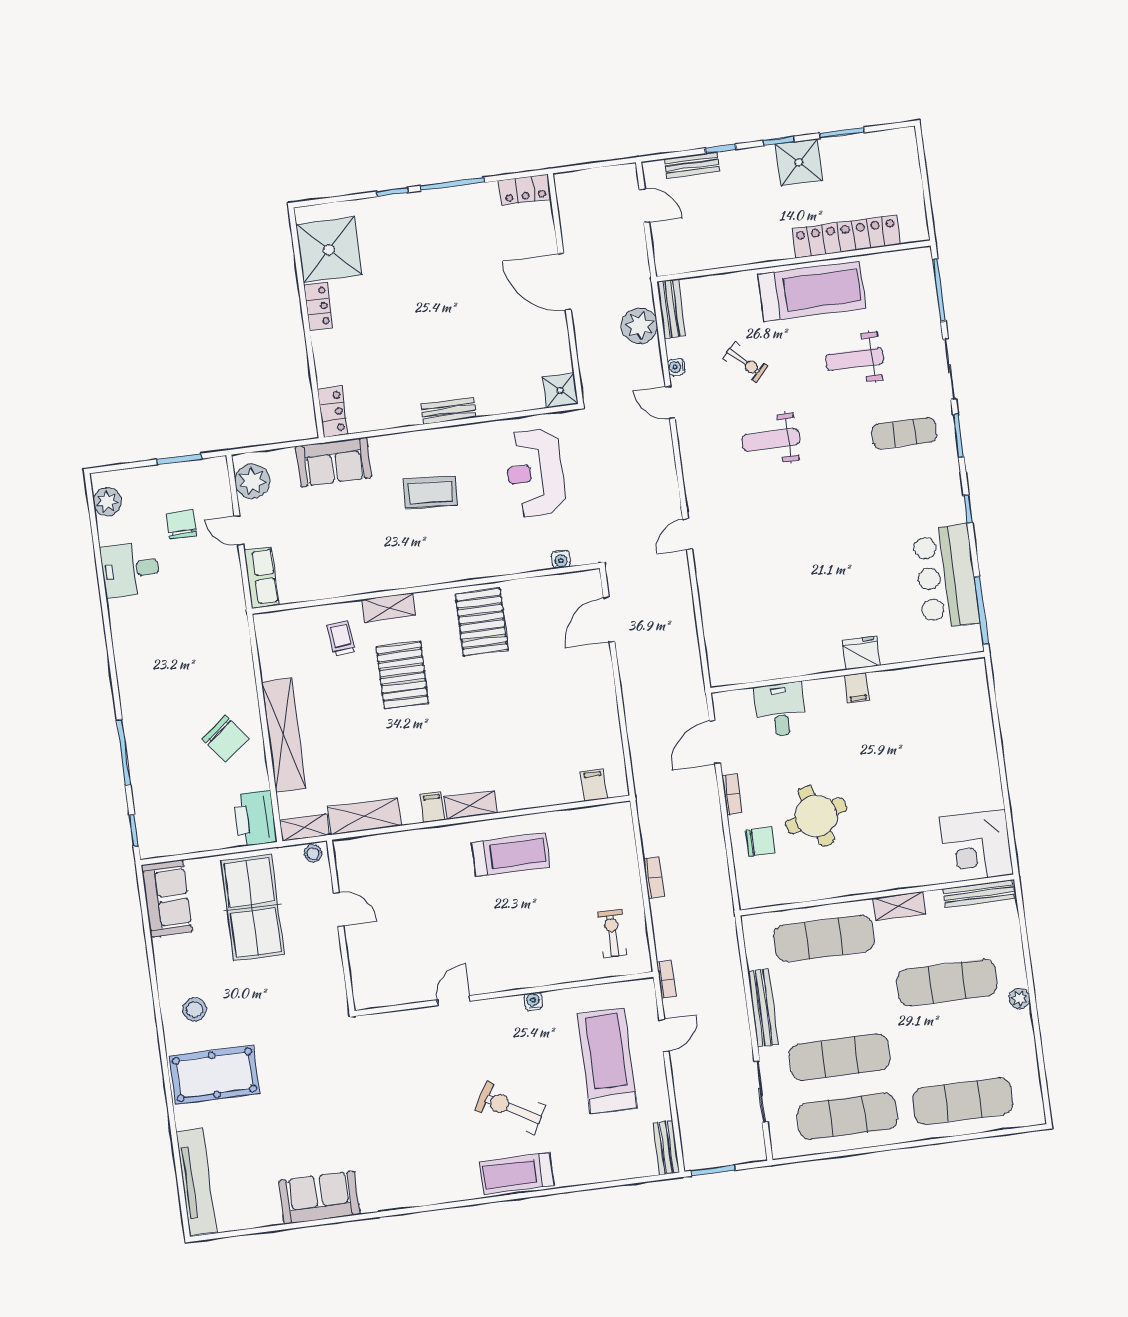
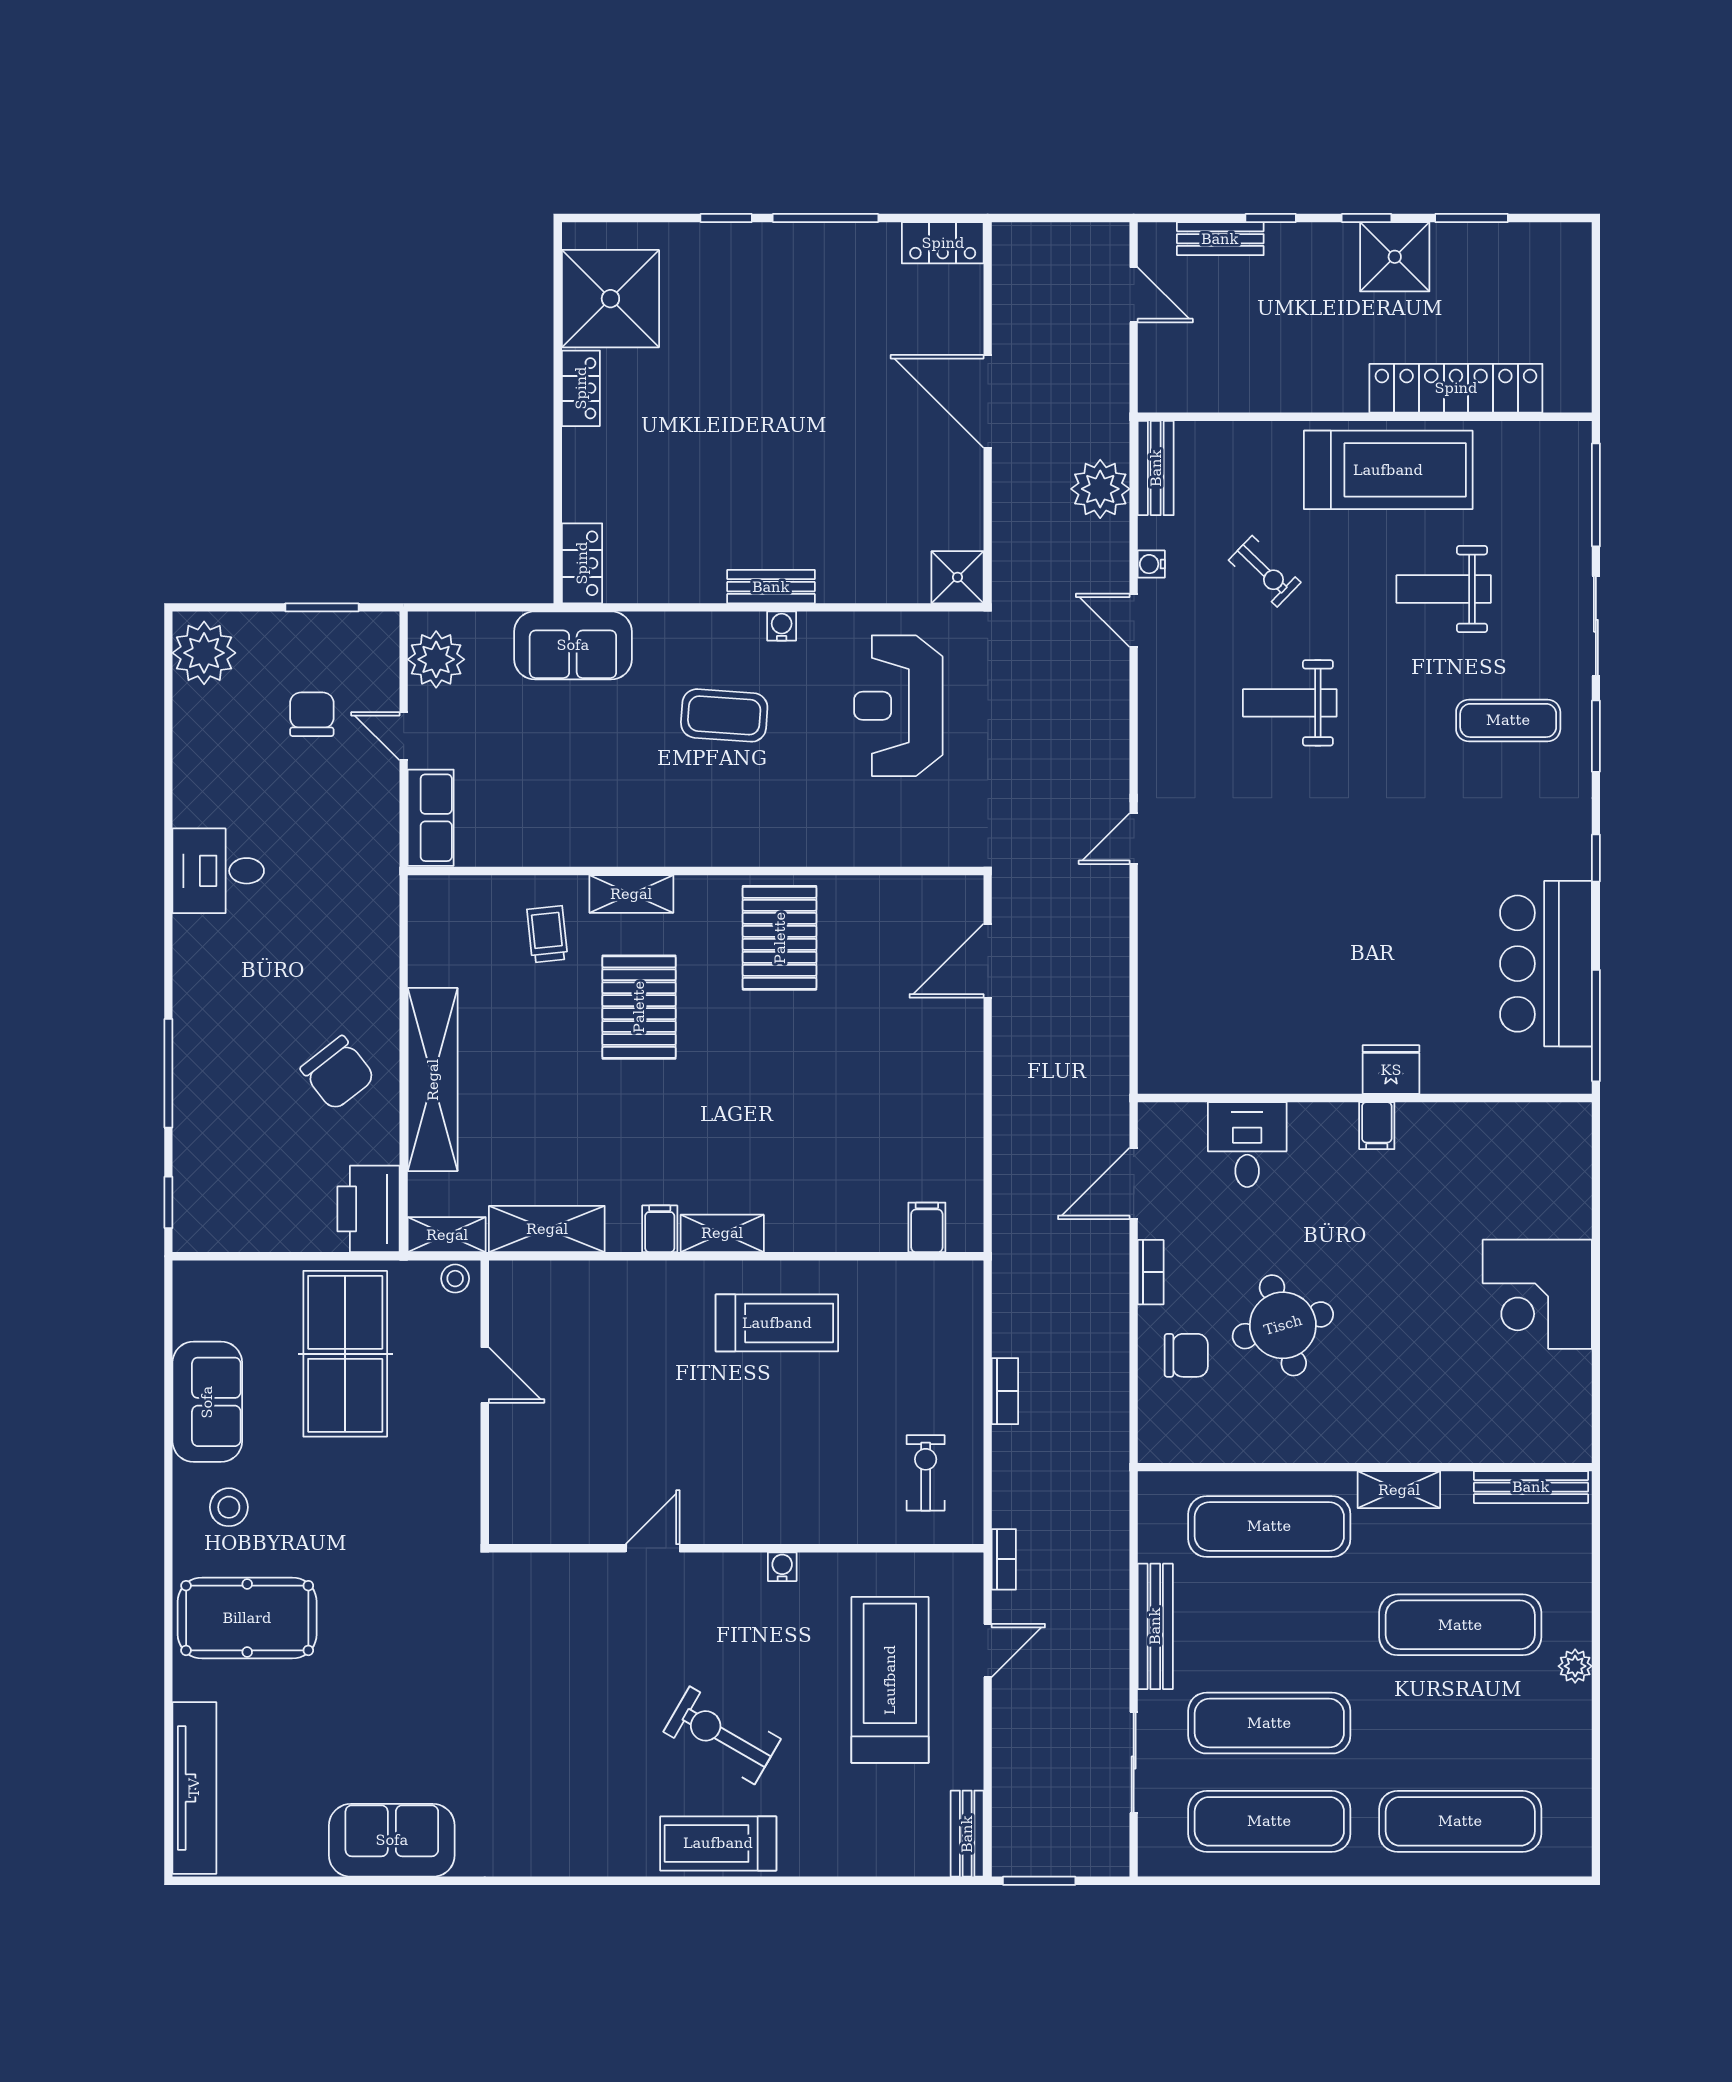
plant: (107, 502) -> (204, 653), width x1.36, depth x1.36
water cooler: (561, 559) -> (782, 626), moved, turned 180
desk: (130, 569) -> (218, 871), moved
corner desk: (976, 846) -> (1537, 1294), moved
sofa: (167, 898) -> (207, 1402), moved

